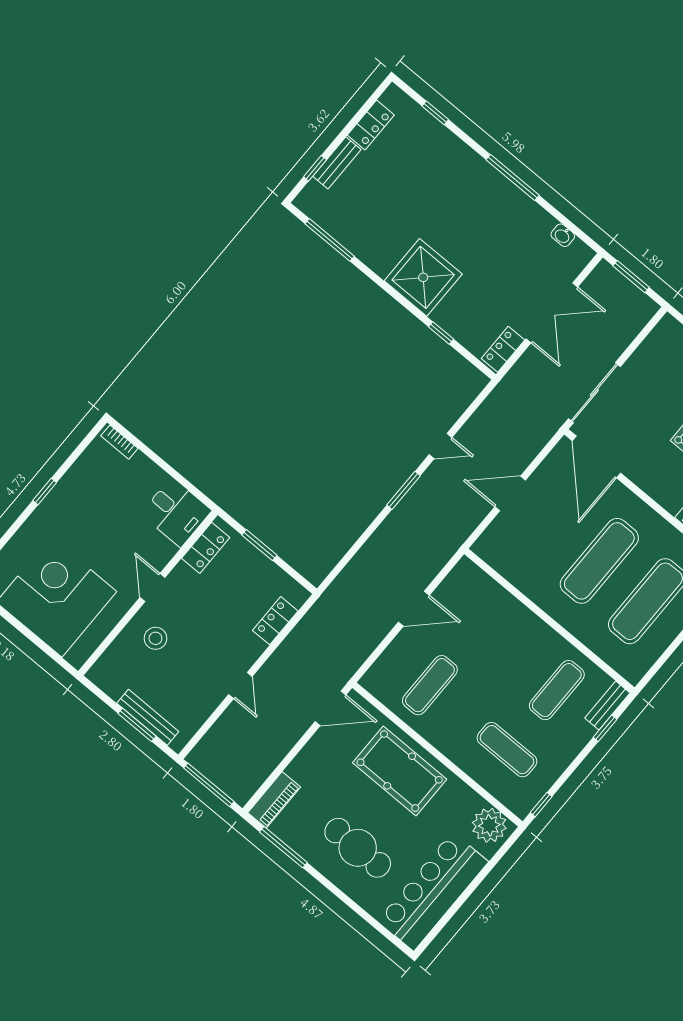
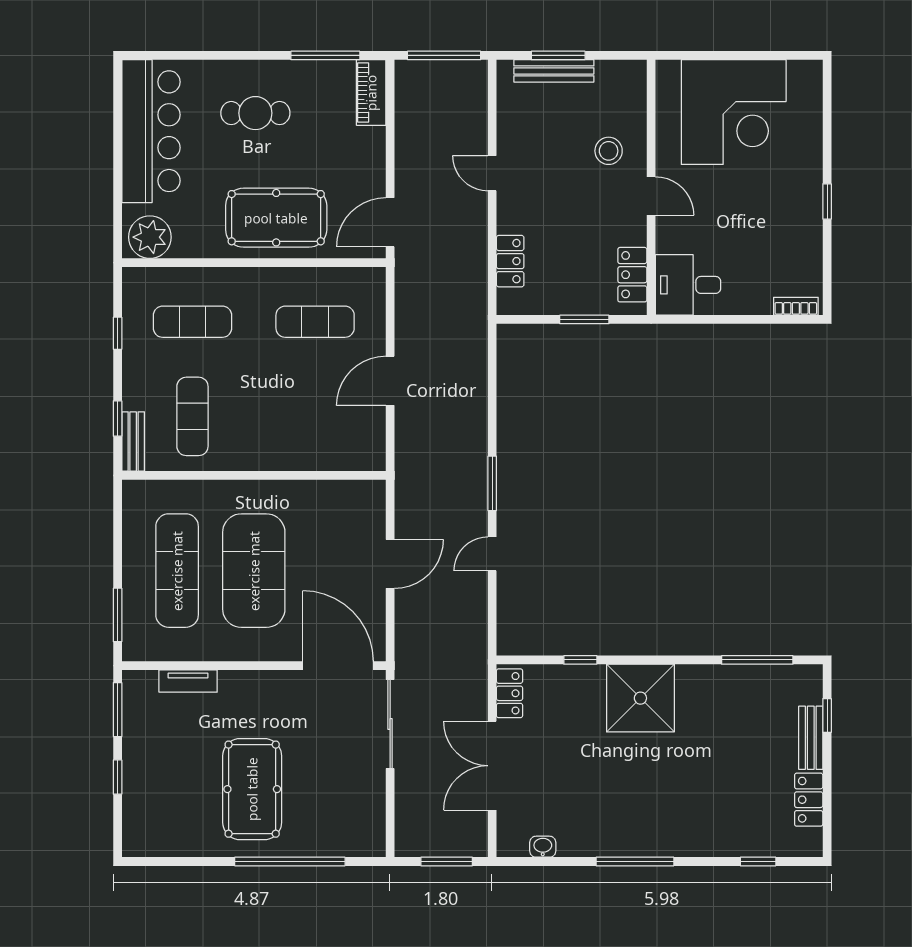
exercise mat: (599, 561) -> (254, 571), width x1.47
exercise mat: (430, 685) -> (315, 322), turned 90
window: (541, 805) -> (118, 333), moved
cafe table: (358, 848) -> (255, 113), width x0.73, depth x0.74

